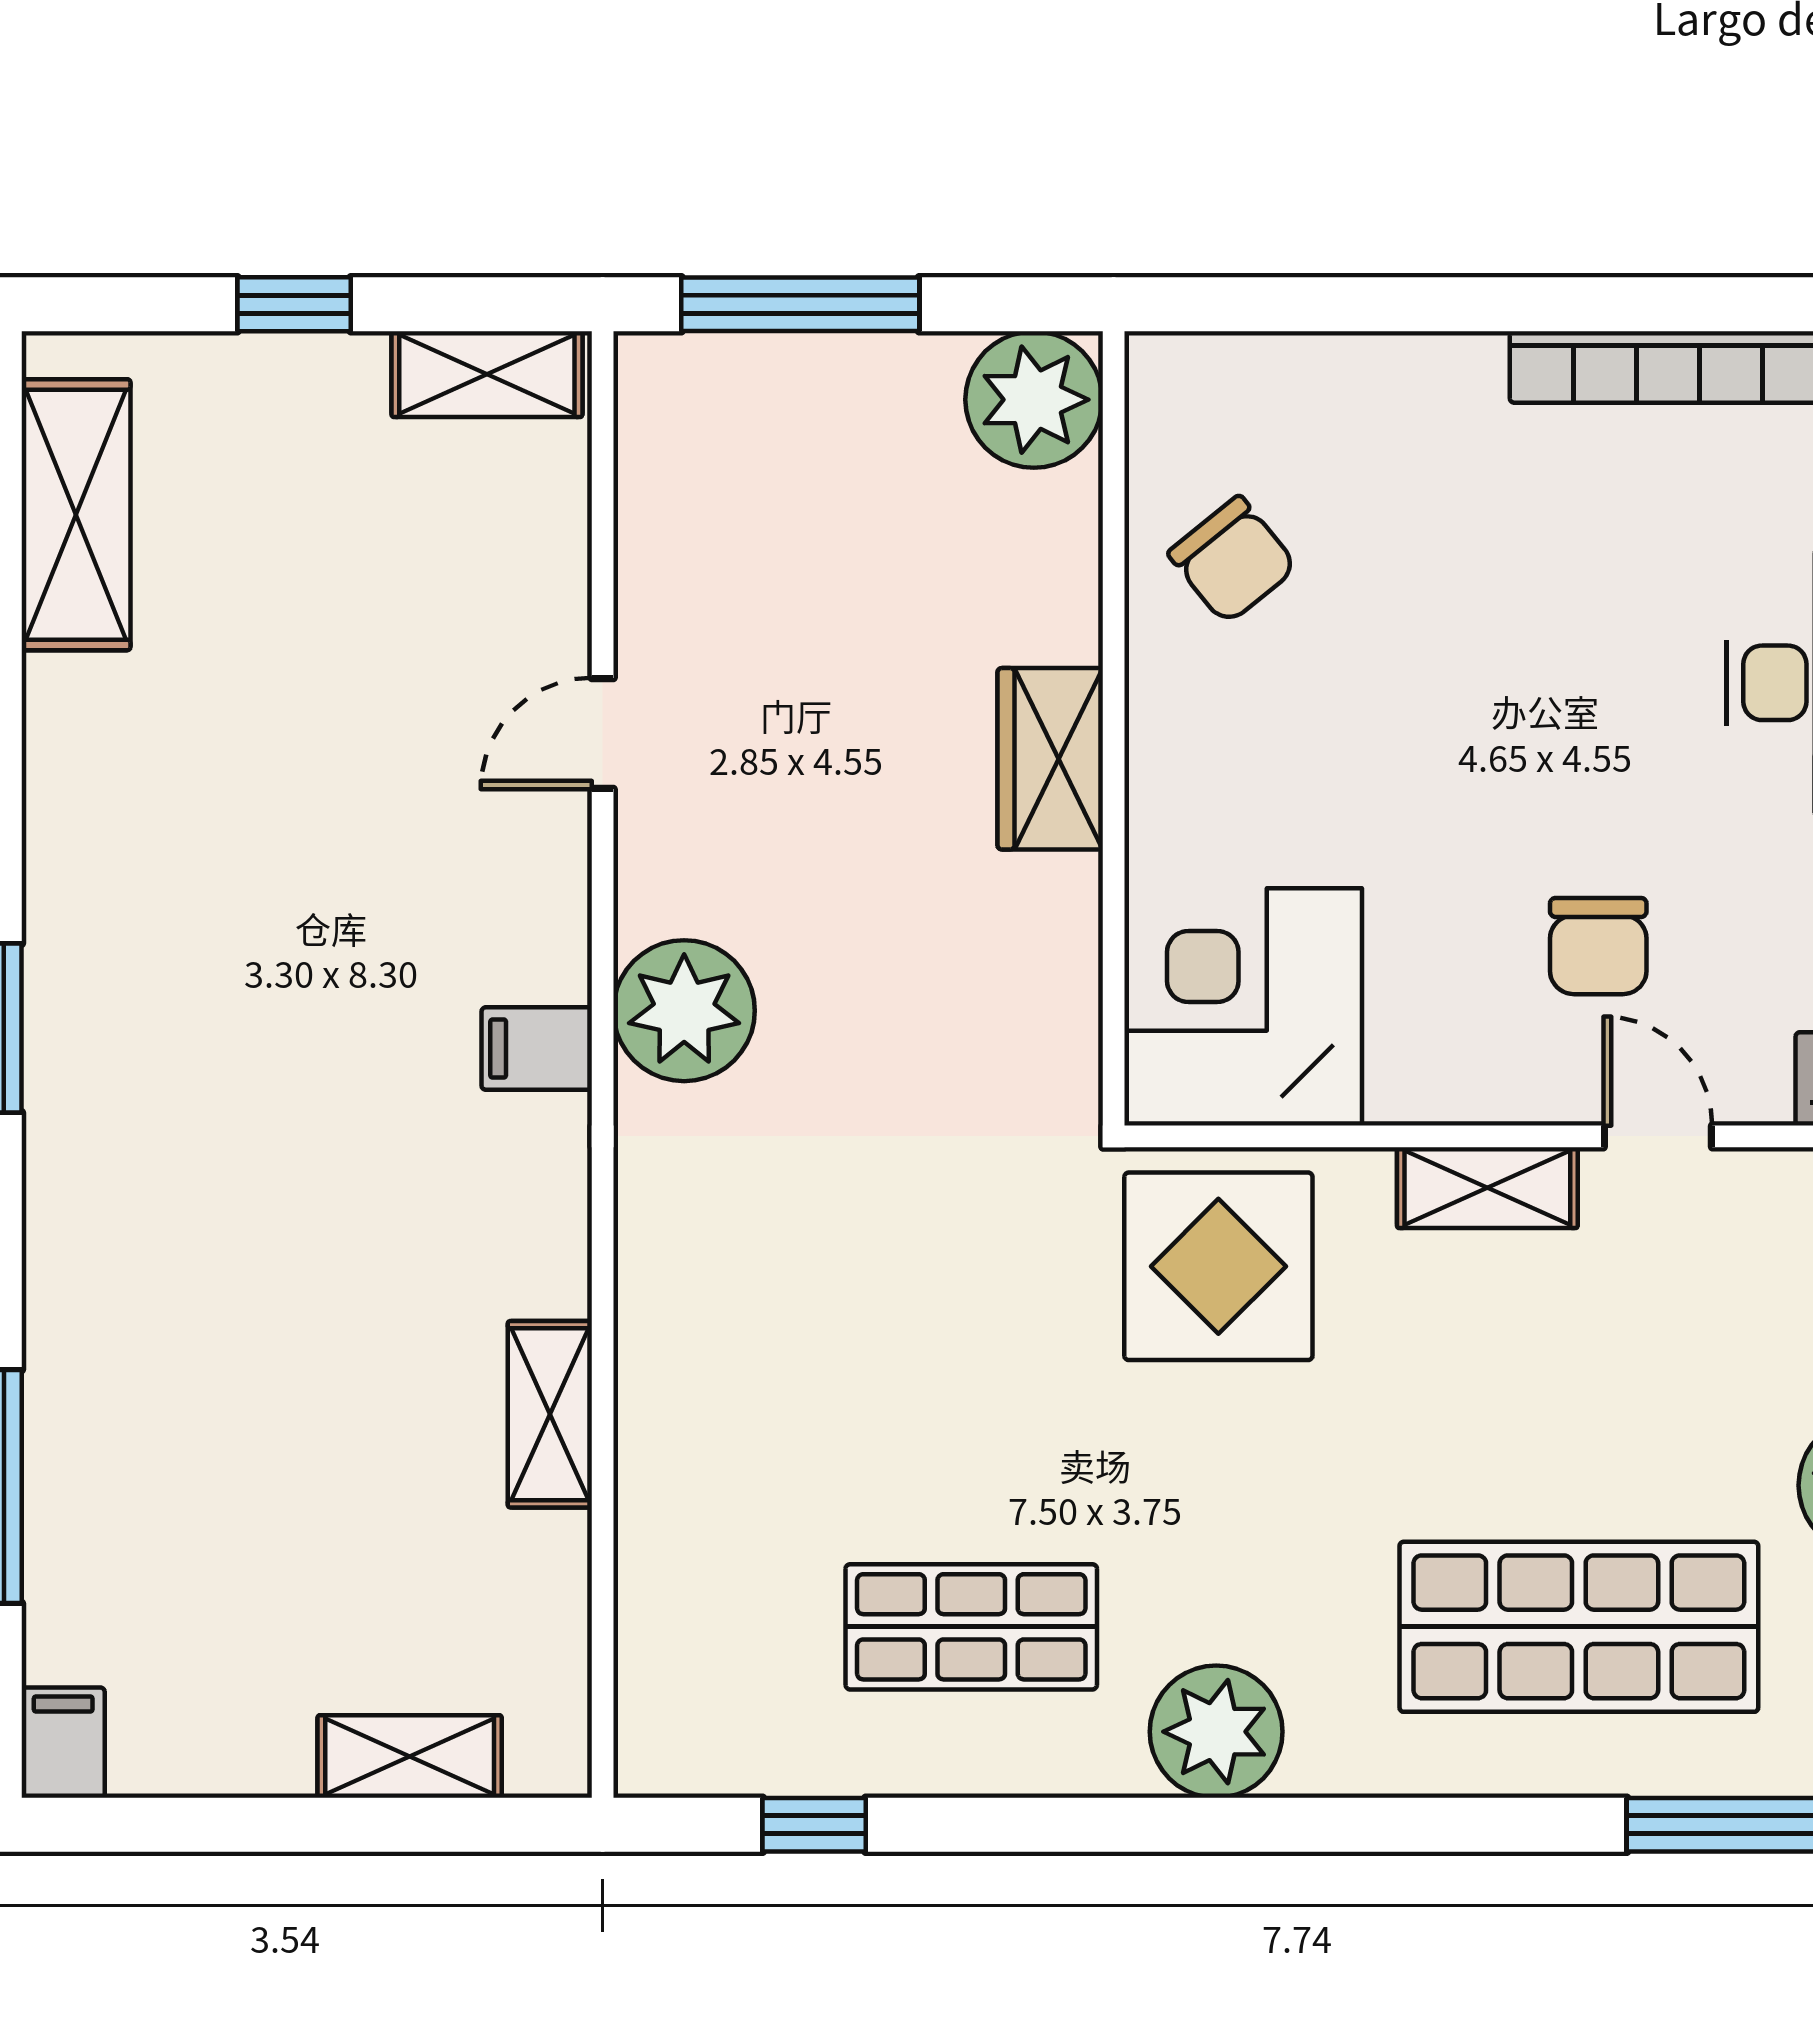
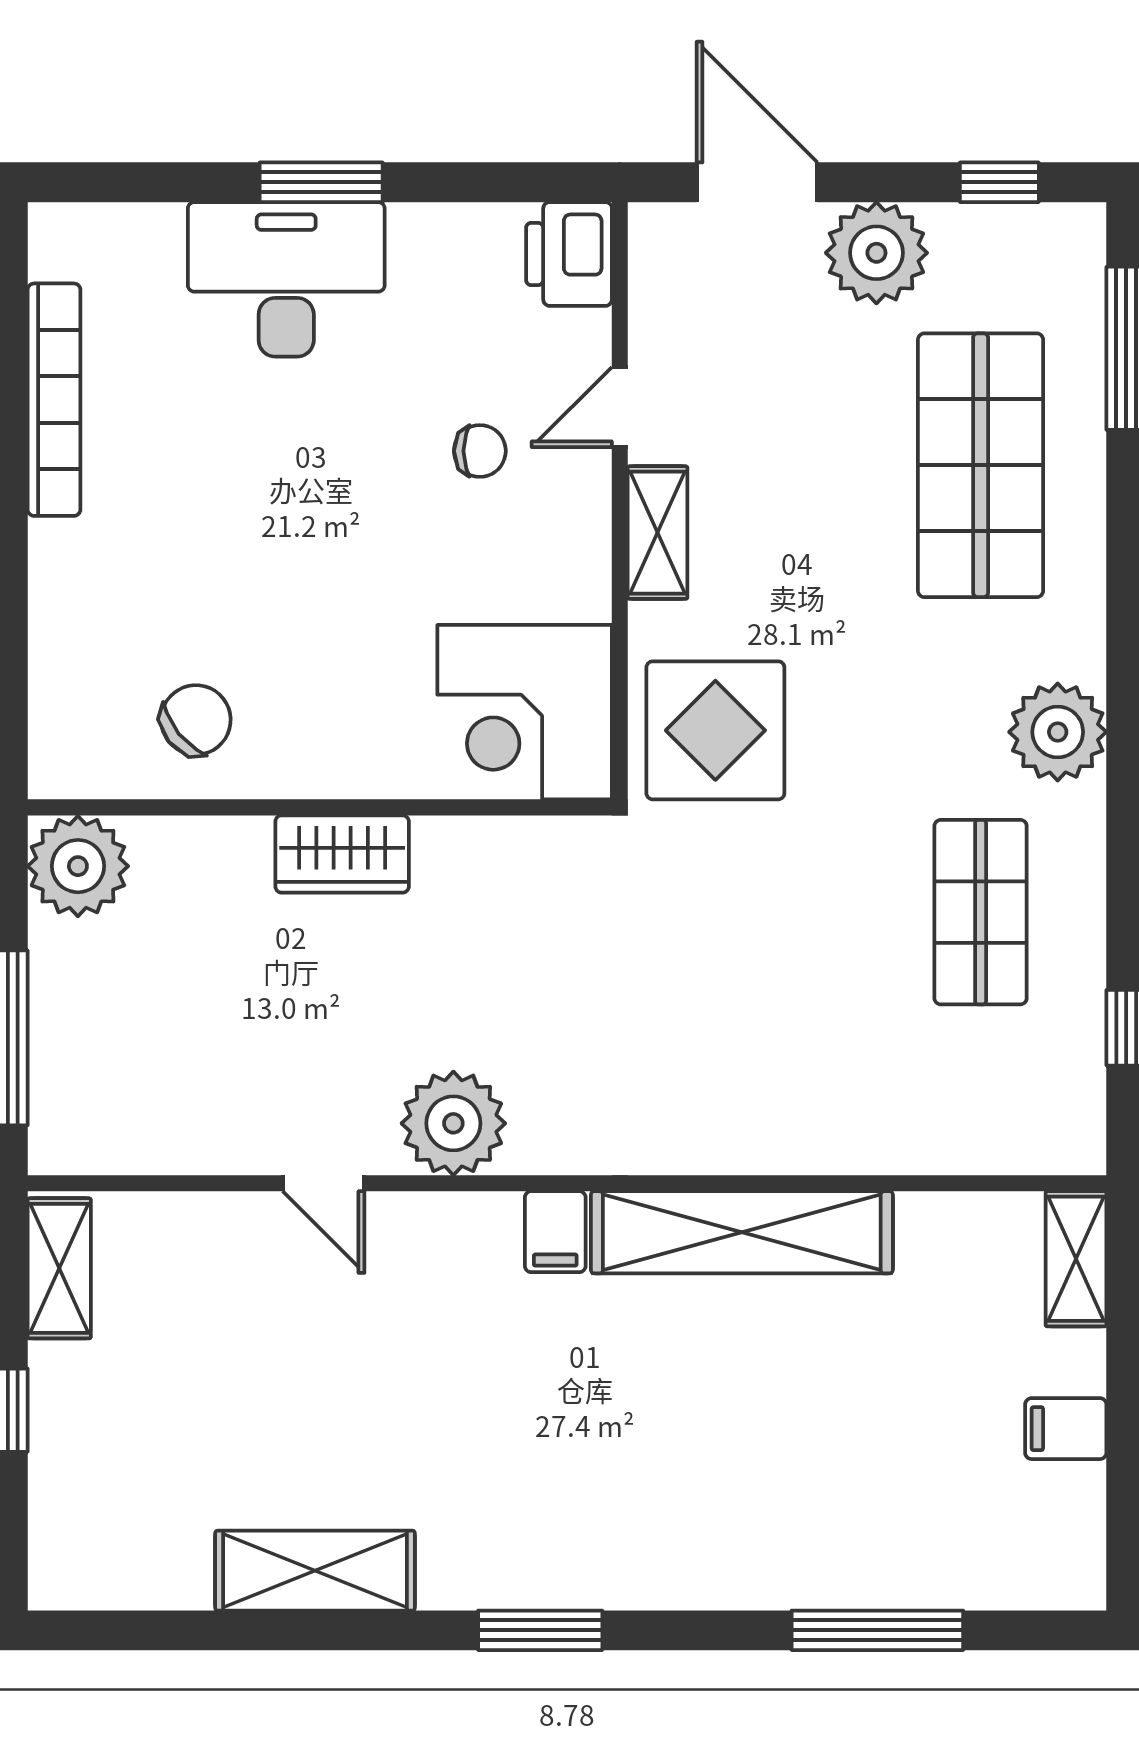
shelving: (76, 515) -> (315, 1571), moved
chair: (1598, 946) -> (480, 451), width x0.73, depth x0.73
plant: (684, 1011) -> (453, 1123), moved
shelving: (550, 1414) -> (742, 1232), width x2.20, depth x1.33
filing cabinet: (63, 1743) -> (1066, 1429), moved
shelving: (410, 1757) -> (1076, 1259), moved

